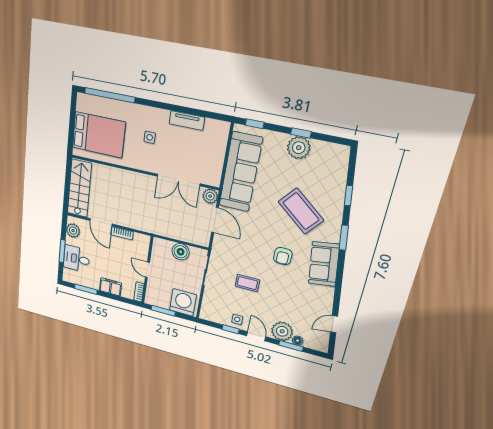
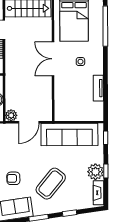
fireplace: (330, 150) -> (98, 193), added
double door: (178, 180) -> (53, 59), moved
plant: (210, 196) -> (11, 115), moved

